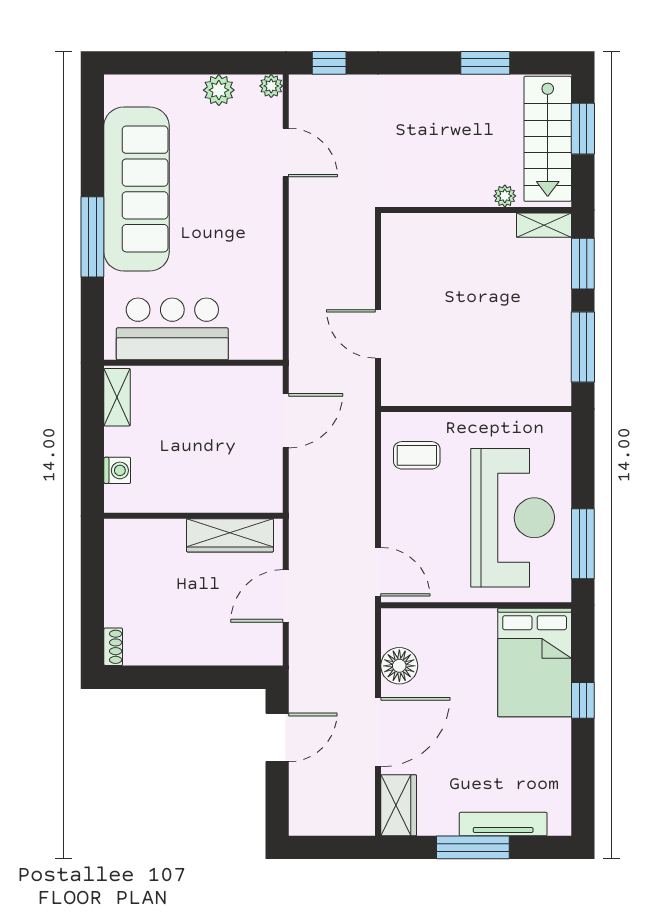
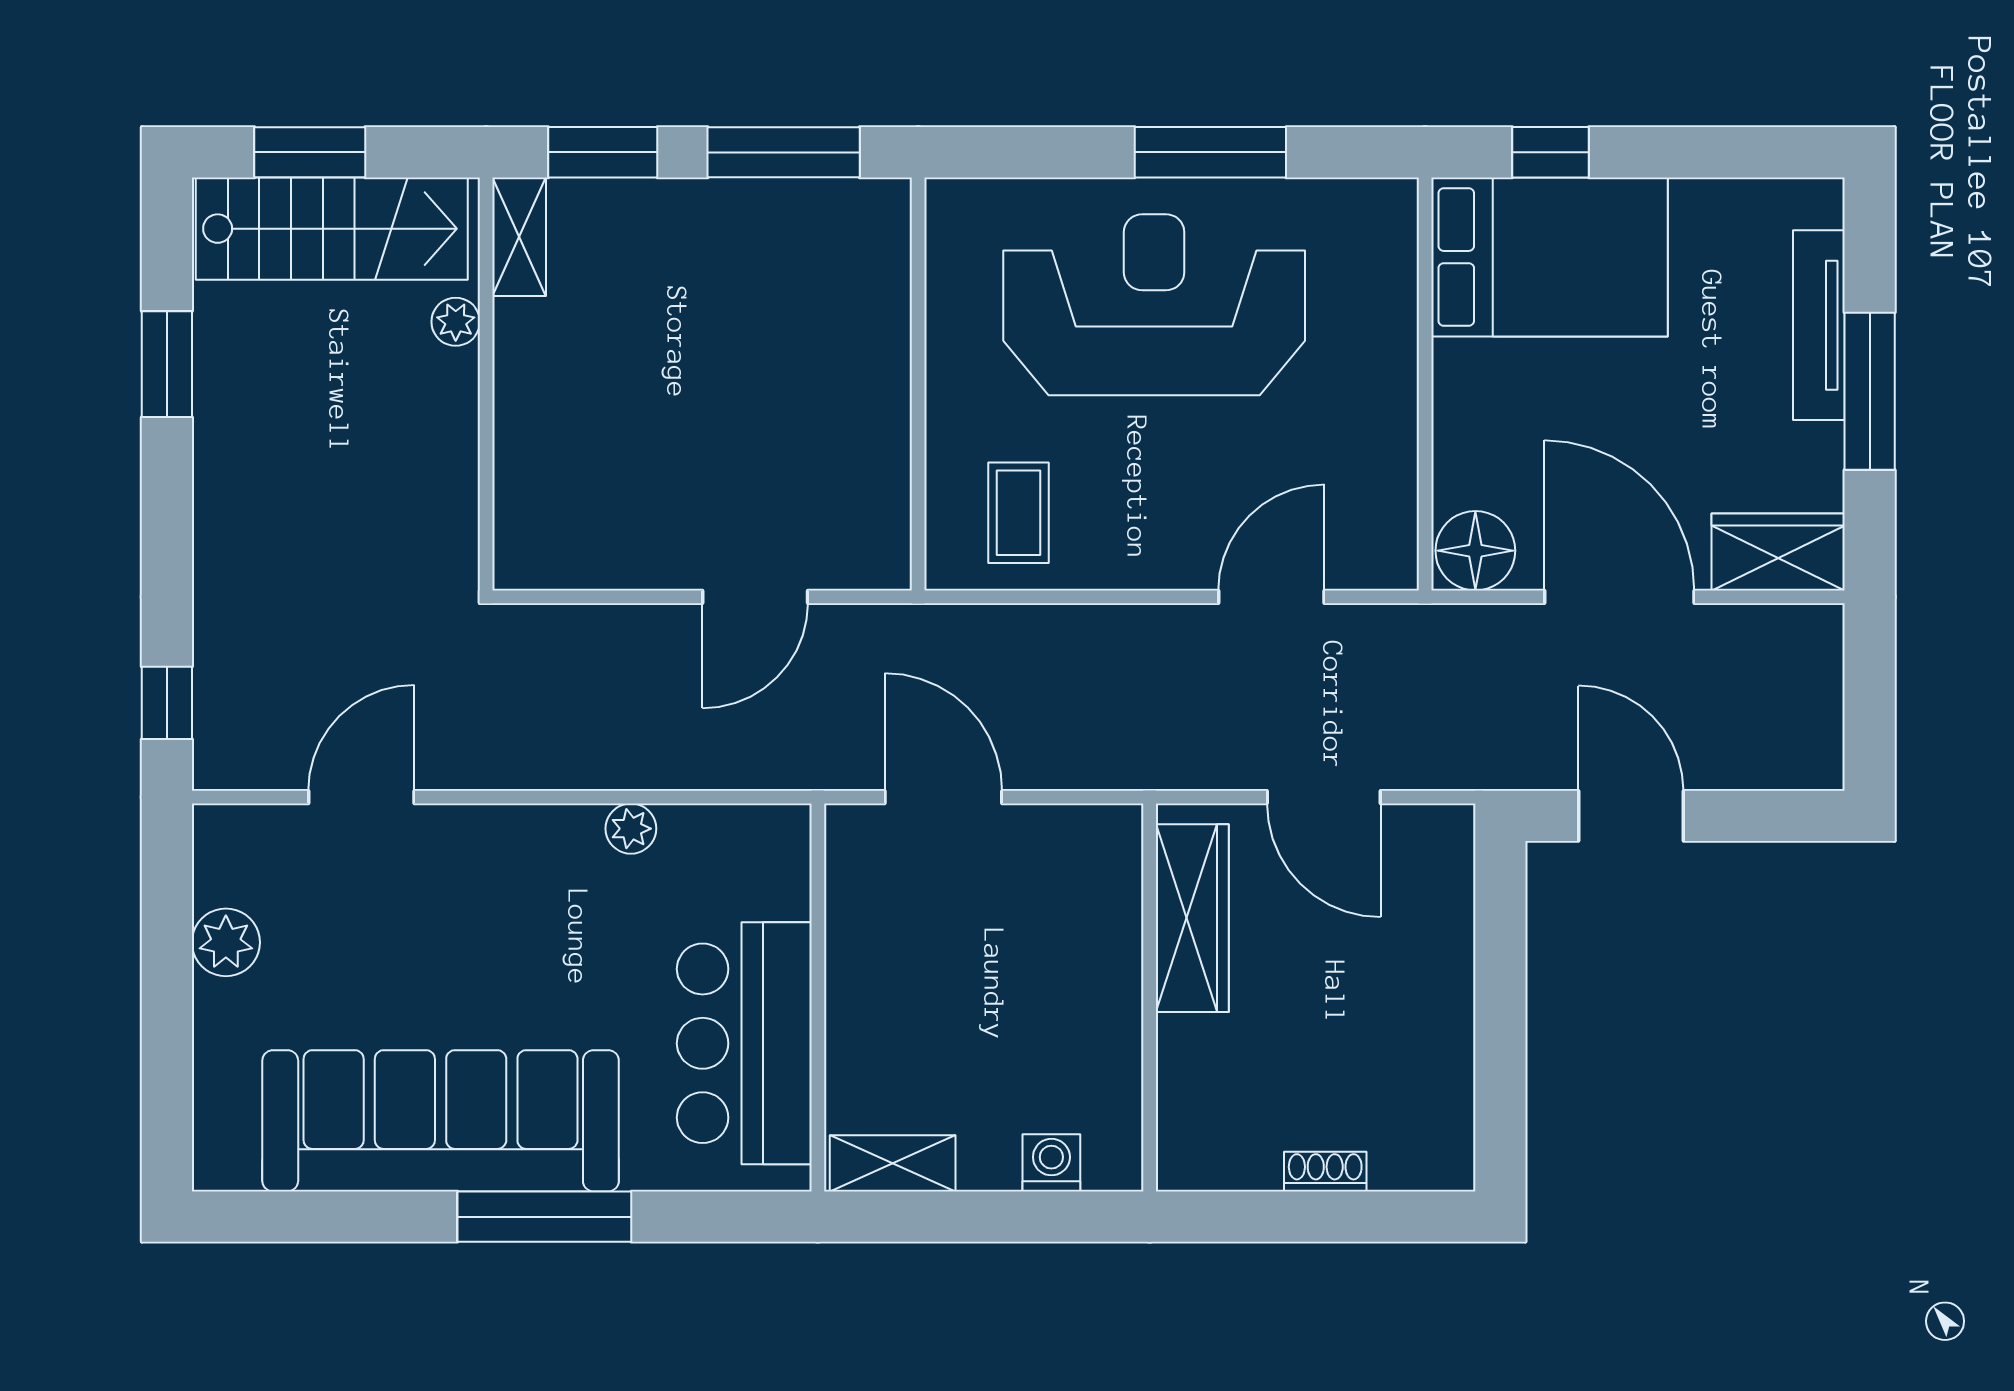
plant: (271, 86) -> (631, 829), moved
wall: (476, 605) -> (1425, 384), moved
shoe rack: (113, 647) -> (1325, 1172), moved
bed: (535, 662) -> (1549, 257), moved

